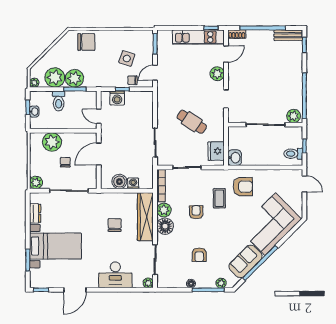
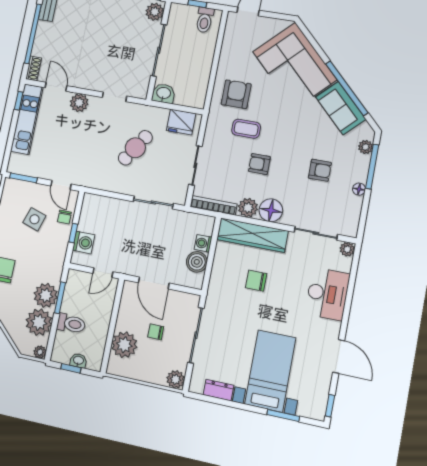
washbasin: (235, 158) -> (164, 93), moved

